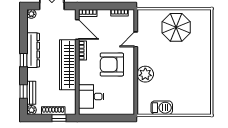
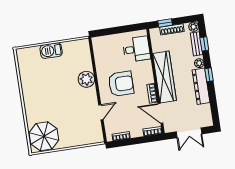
plant: (31, 14) -> (199, 63), moved
parasol: (176, 27) -> (44, 136), moved
barbecue: (162, 108) -> (51, 51), moved

